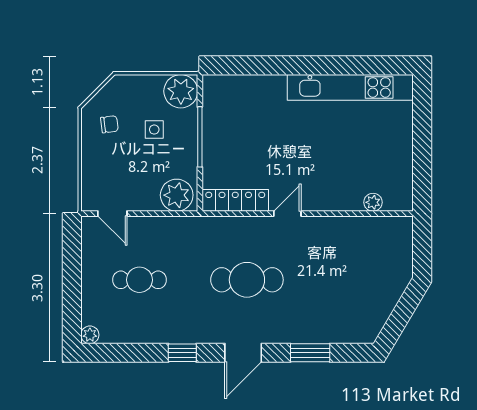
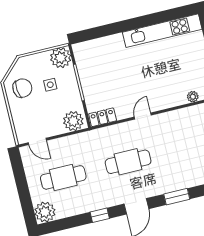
chair: (109, 124) -> (22, 88), width x1.87, depth x1.87
locker: (235, 200) -> (103, 117), width x0.66
cafe table: (139, 280) -> (63, 177), width x1.37, depth x1.35
plant: (90, 335) -> (45, 212), width x1.88, depth x1.88

